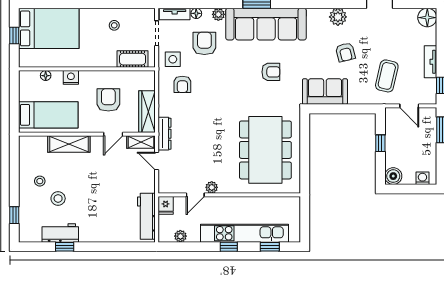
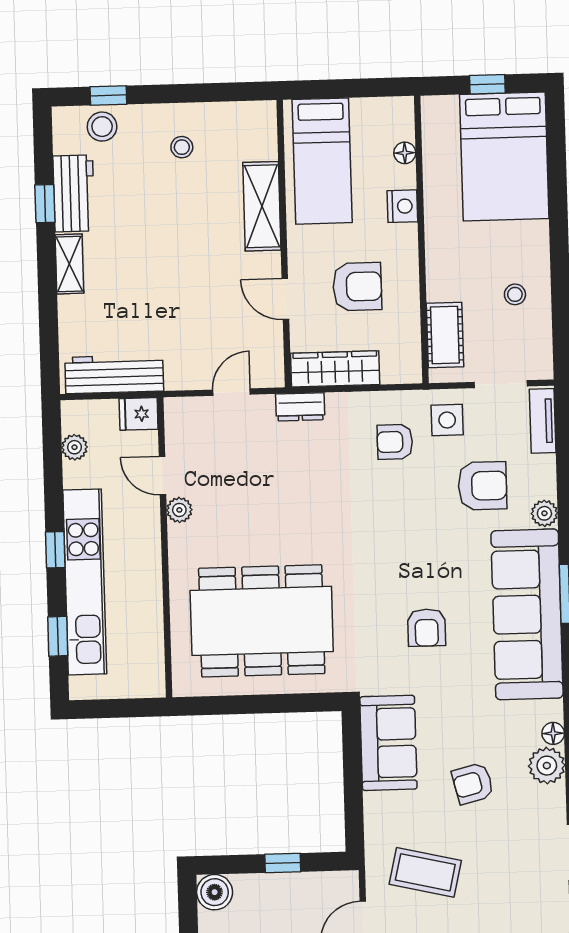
floor lamp: (196, 13) -> (553, 733), moved
dresser: (164, 134) -> (300, 407), width x0.70
shelving: (141, 142) -> (69, 264), moved
stool: (58, 198) -> (102, 127), moved

